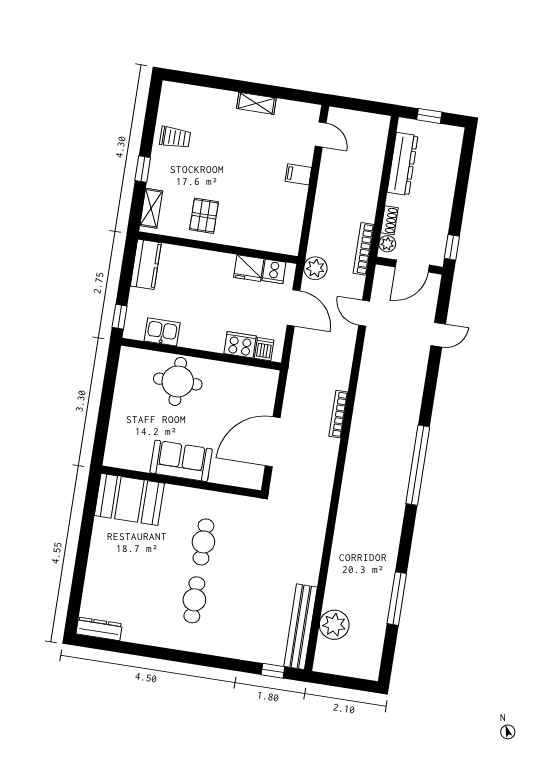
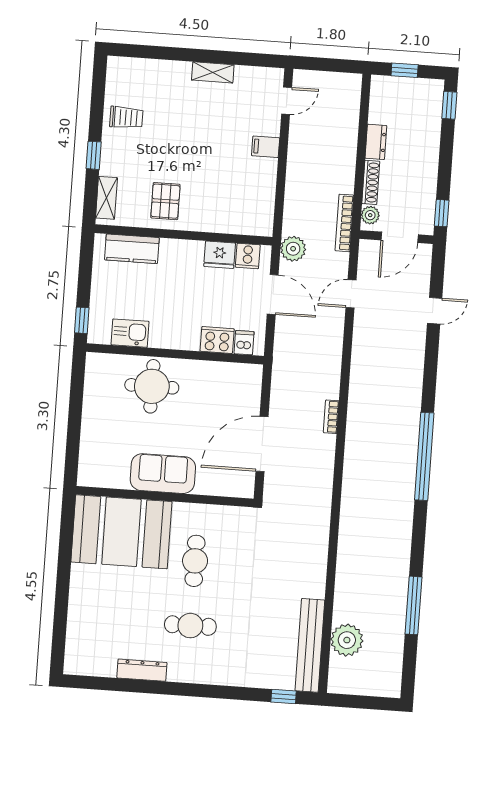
door: (321, 134) -> (287, 101), hinge flipped
window: (467, 151) -> (449, 105), added
dresser: (402, 164) -> (376, 142), width x0.51, depth x0.80
shoe rack: (389, 220) -> (371, 182), width x1.43
kitchen counter: (146, 264) -> (132, 249), moved, turned 90
door: (364, 313) -> (351, 294), hinge flipped
bookcase: (338, 414) -> (331, 417), width x0.64
booth: (129, 499) -> (121, 532), width x1.36, depth x1.42
cafe table: (194, 600) -> (190, 626), turned 90
dresser: (99, 629) -> (142, 670), moved

